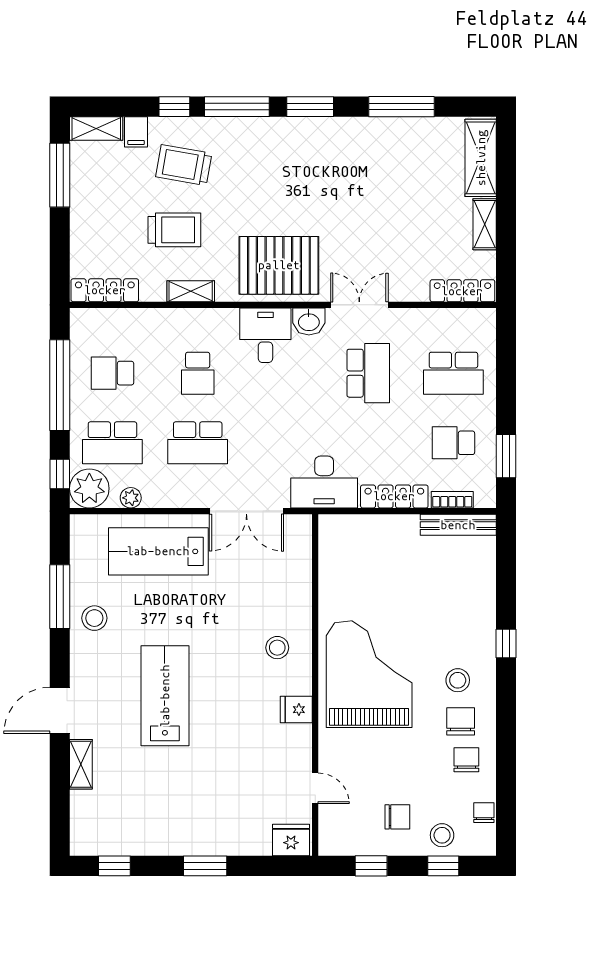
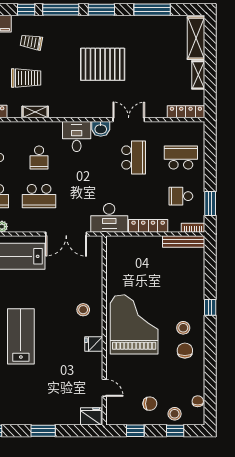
trolley: (184, 165) -> (31, 42), width x0.73, depth x0.72
pallet: (279, 265) -> (103, 64), moved
school desk: (453, 373) -> (181, 157), turned 180
bookcase: (452, 500) -> (193, 228), moved
chair: (466, 760) -> (188, 372), removed

